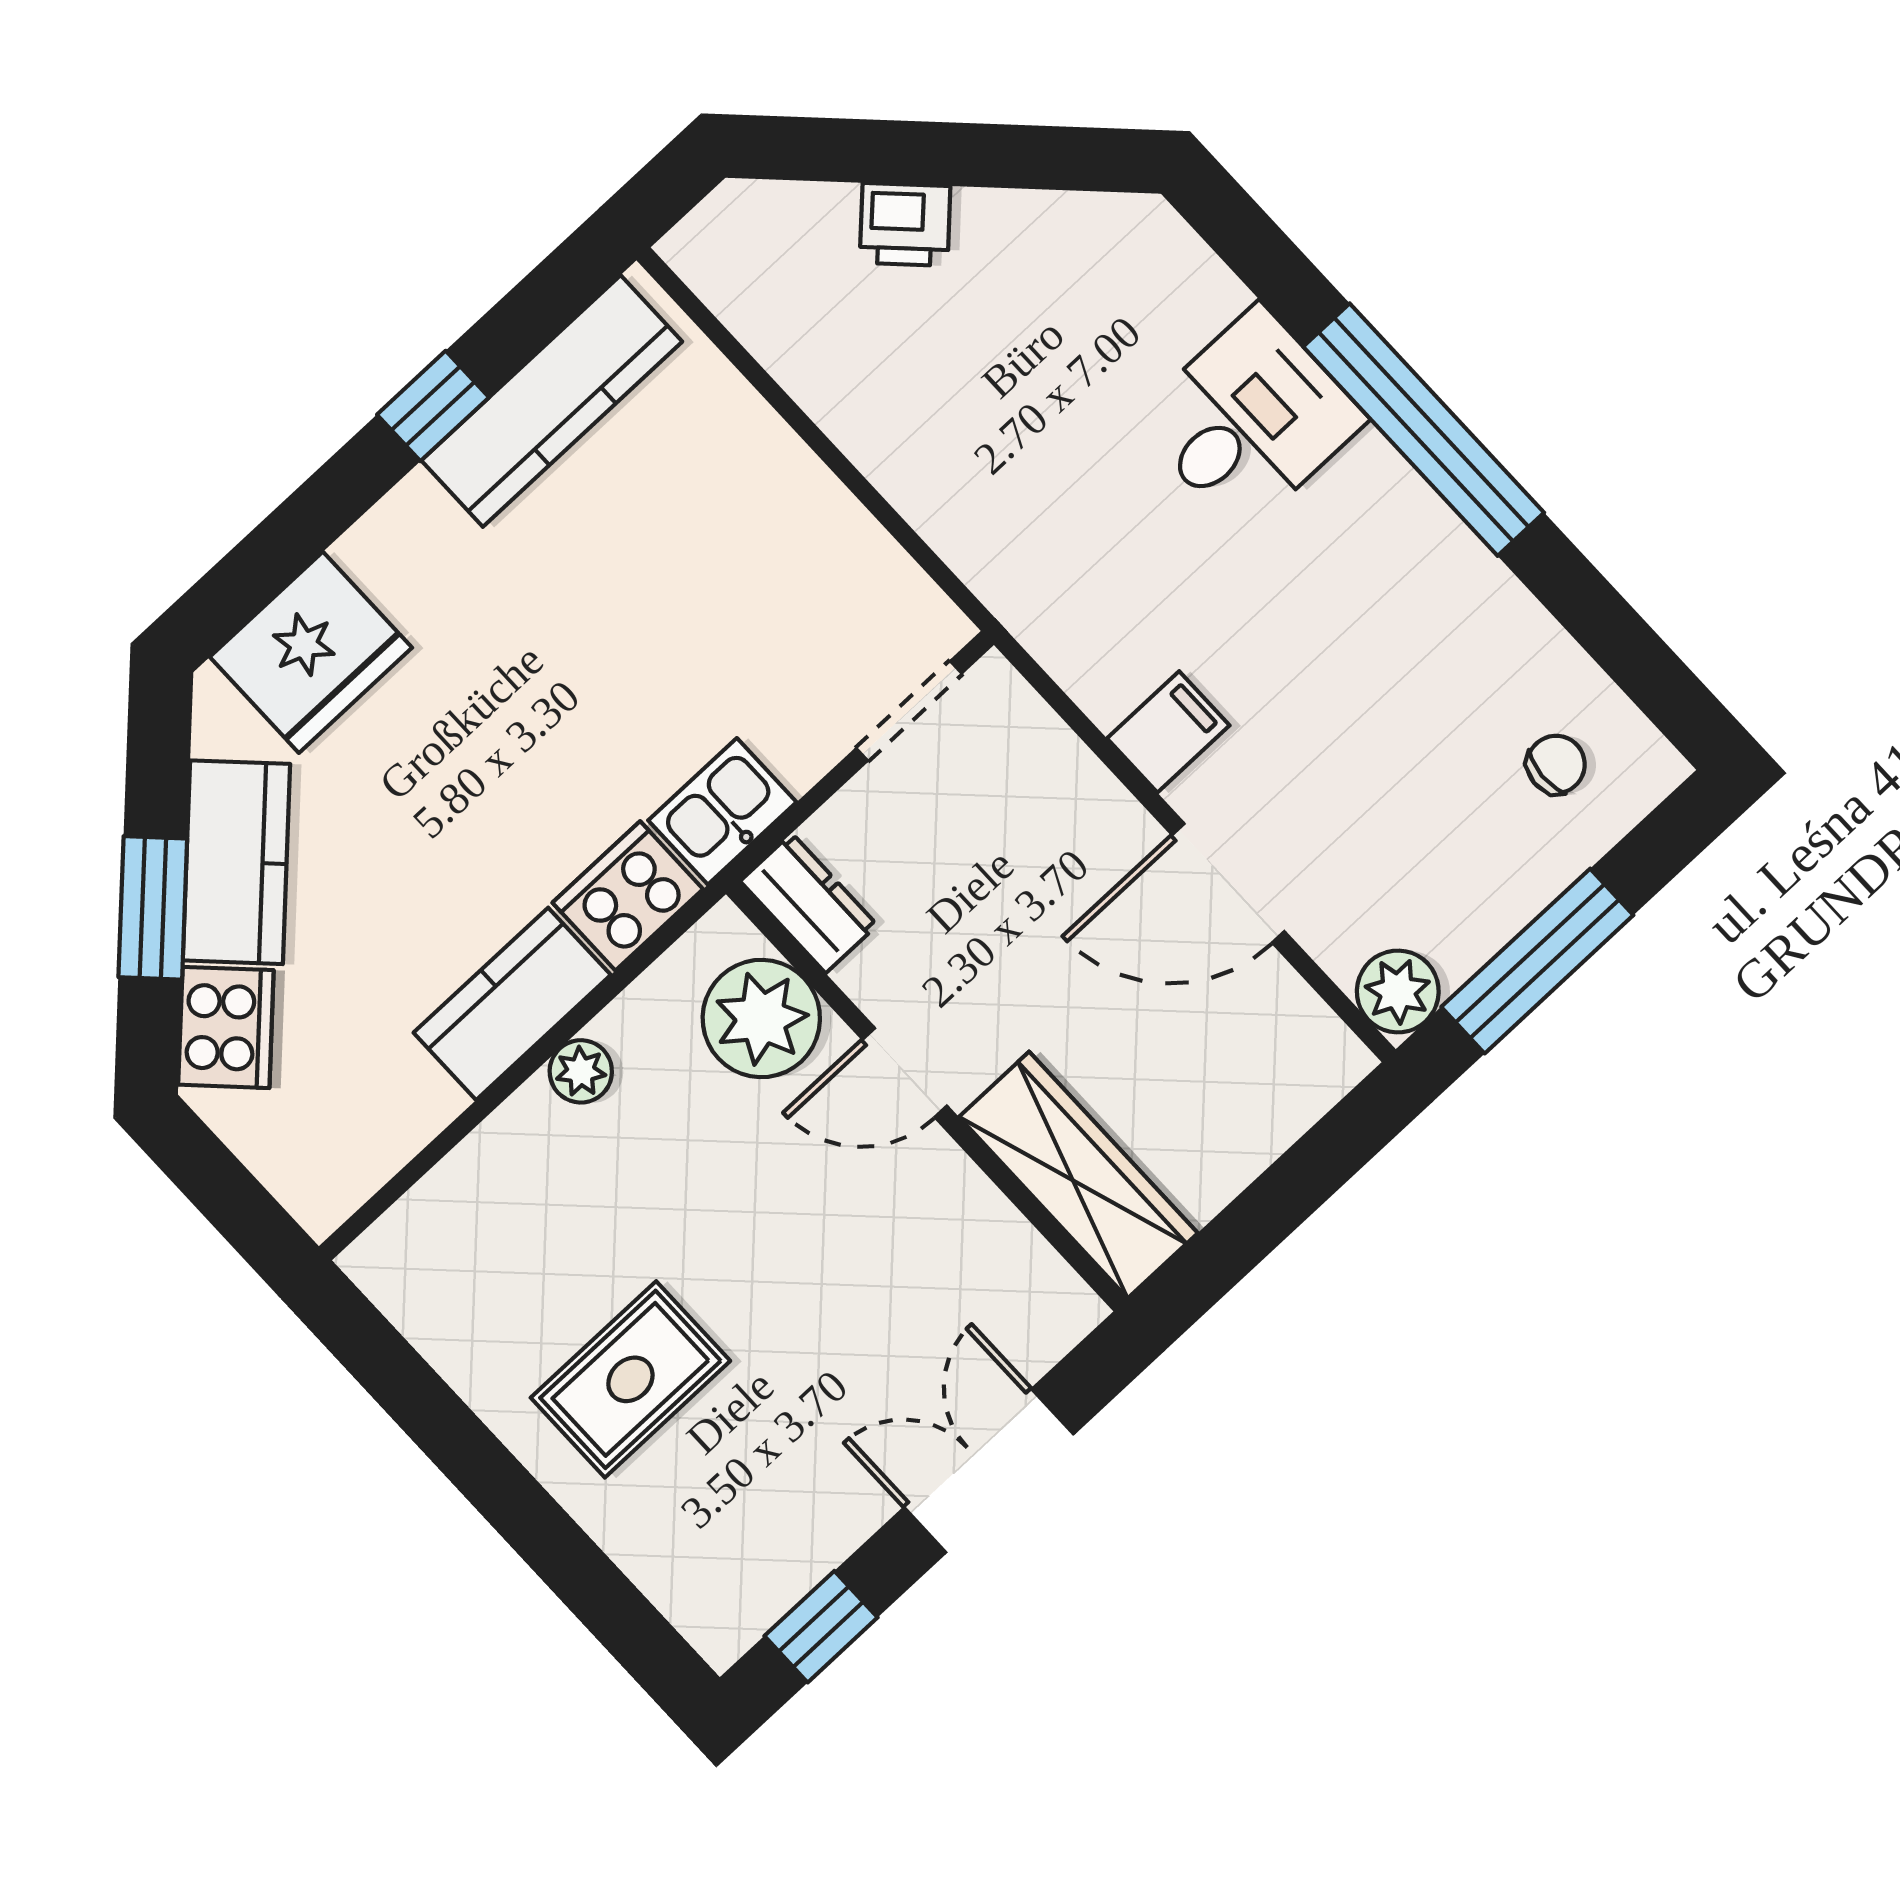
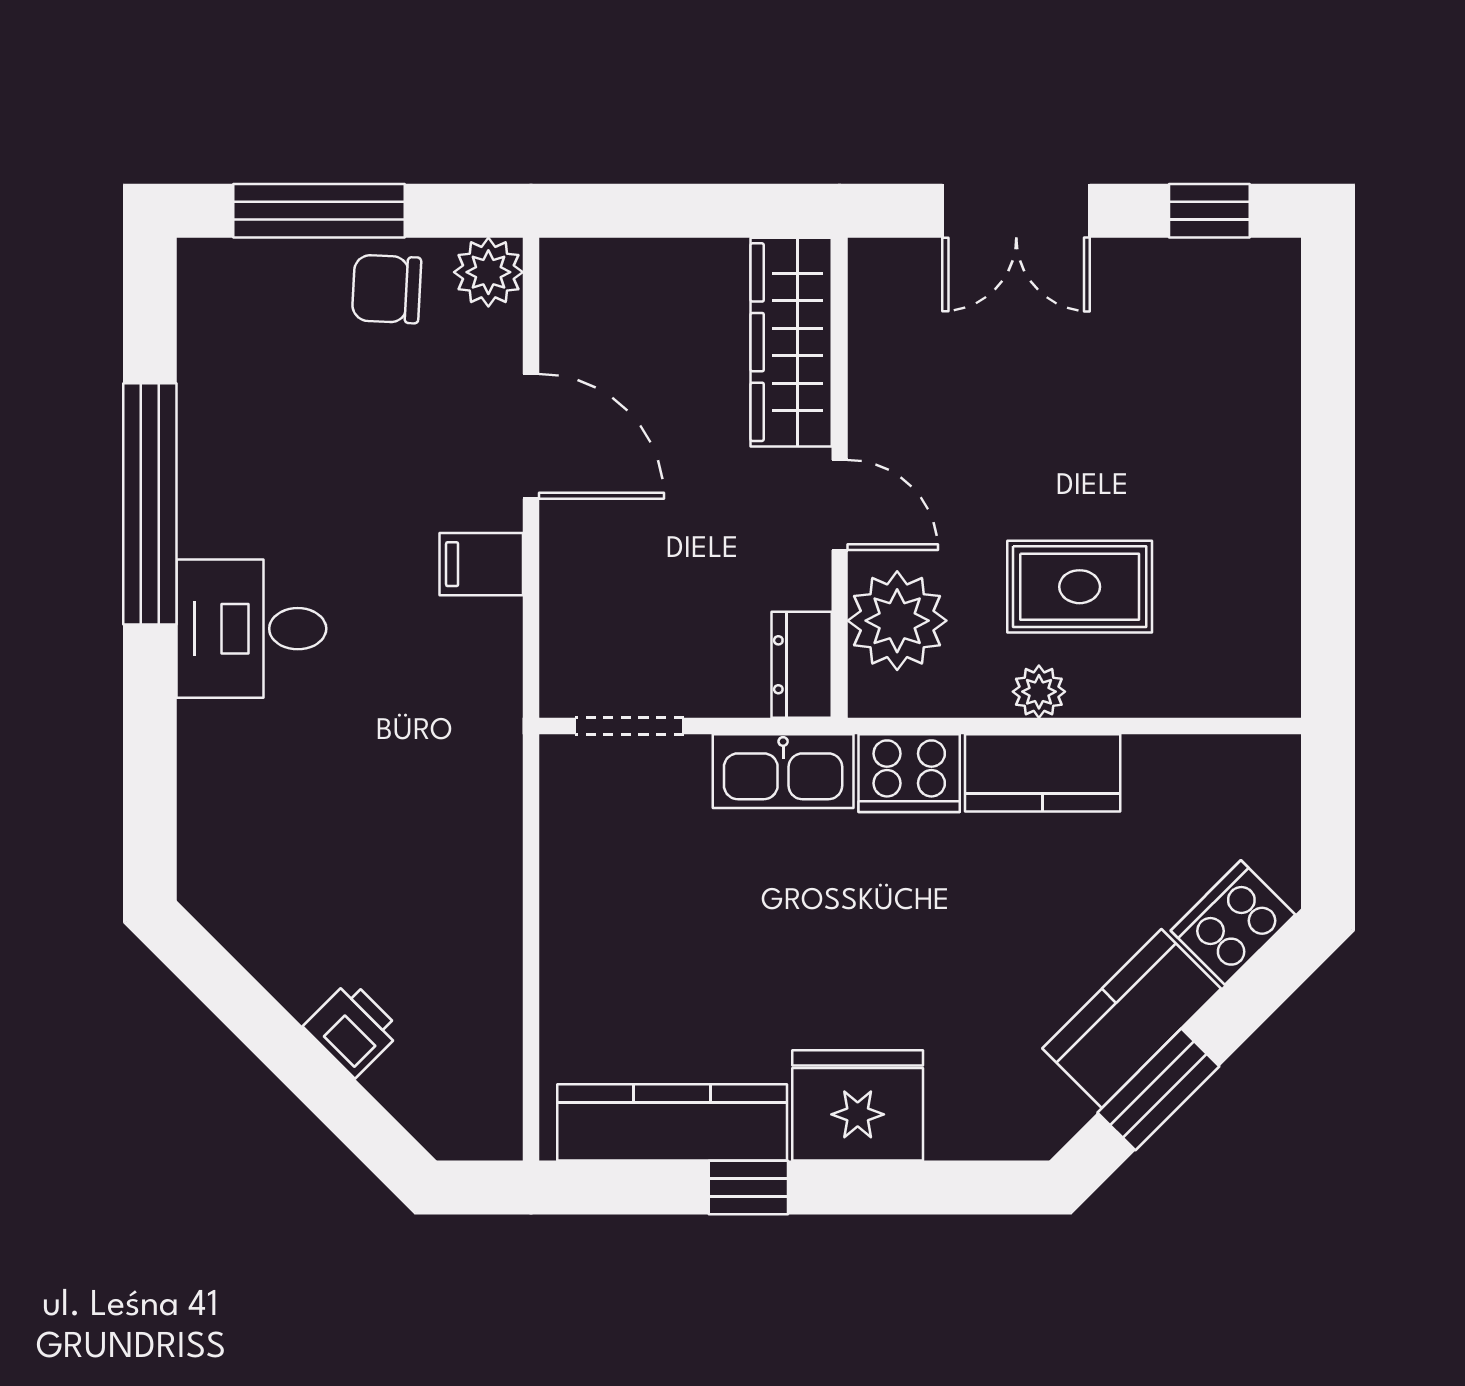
desk: (1250, 420) -> (251, 629), moved
window: (1424, 430) -> (150, 504), moved
fridge: (311, 652) -> (858, 1105), moved
chair: (1556, 764) -> (387, 289), moved, width x1.37, depth x1.37
kitchen sink: (722, 811) -> (783, 771), width x1.38
window: (153, 908) -> (1158, 1089), moved
window: (1537, 961) -> (319, 211), moved
rug: (630, 1379) -> (1080, 587), moved

